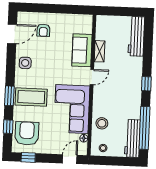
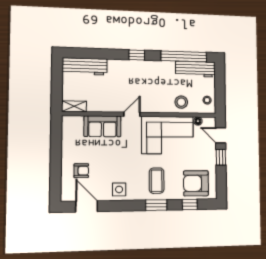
shelving: (100, 51) -> (74, 106), moved
door: (92, 77) -> (132, 114), hinge flipped
coffee table: (31, 97) -> (157, 181), width x0.73, depth x0.76
window: (28, 157) -> (221, 157), moved

